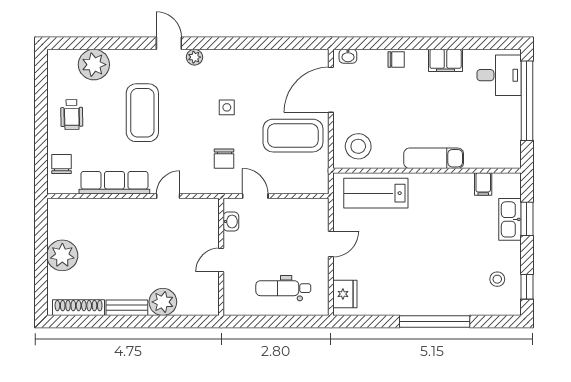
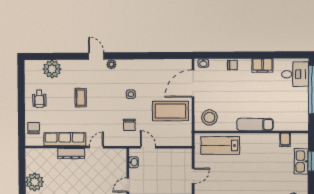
coffee table: (142, 113) -> (81, 98), width x0.54, depth x0.58
dresser: (125, 207) -> (71, 153), added

